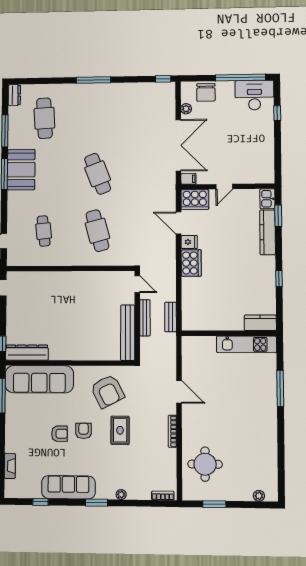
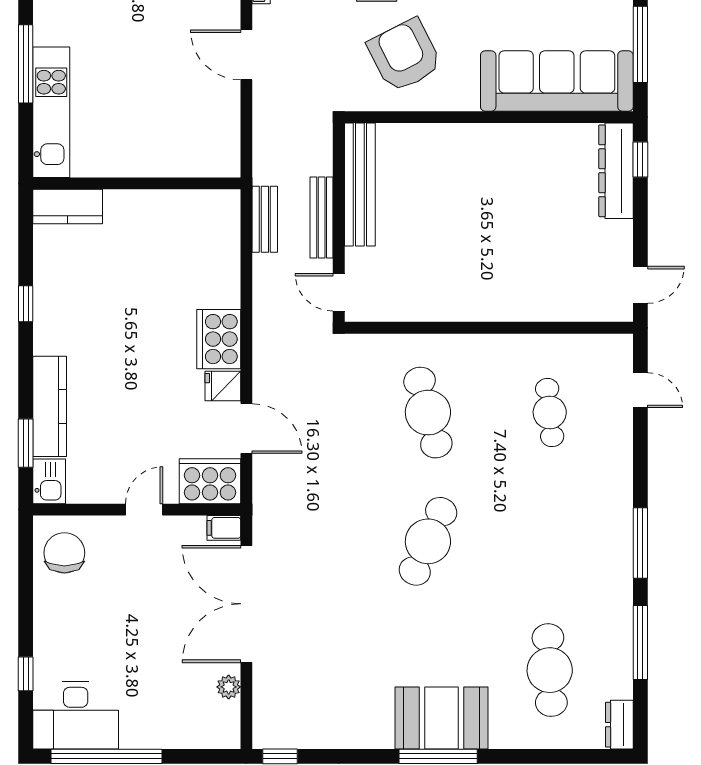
chair: (206, 92) -> (64, 553), moved
booth: (21, 170) -> (442, 718), moved, turned 90
cafe table: (98, 174) -> (428, 541), turned 45
kitchen unit: (246, 344) -> (51, 112), moved, turned 90
dresser: (27, 353) -> (616, 171), moved, turned 90

